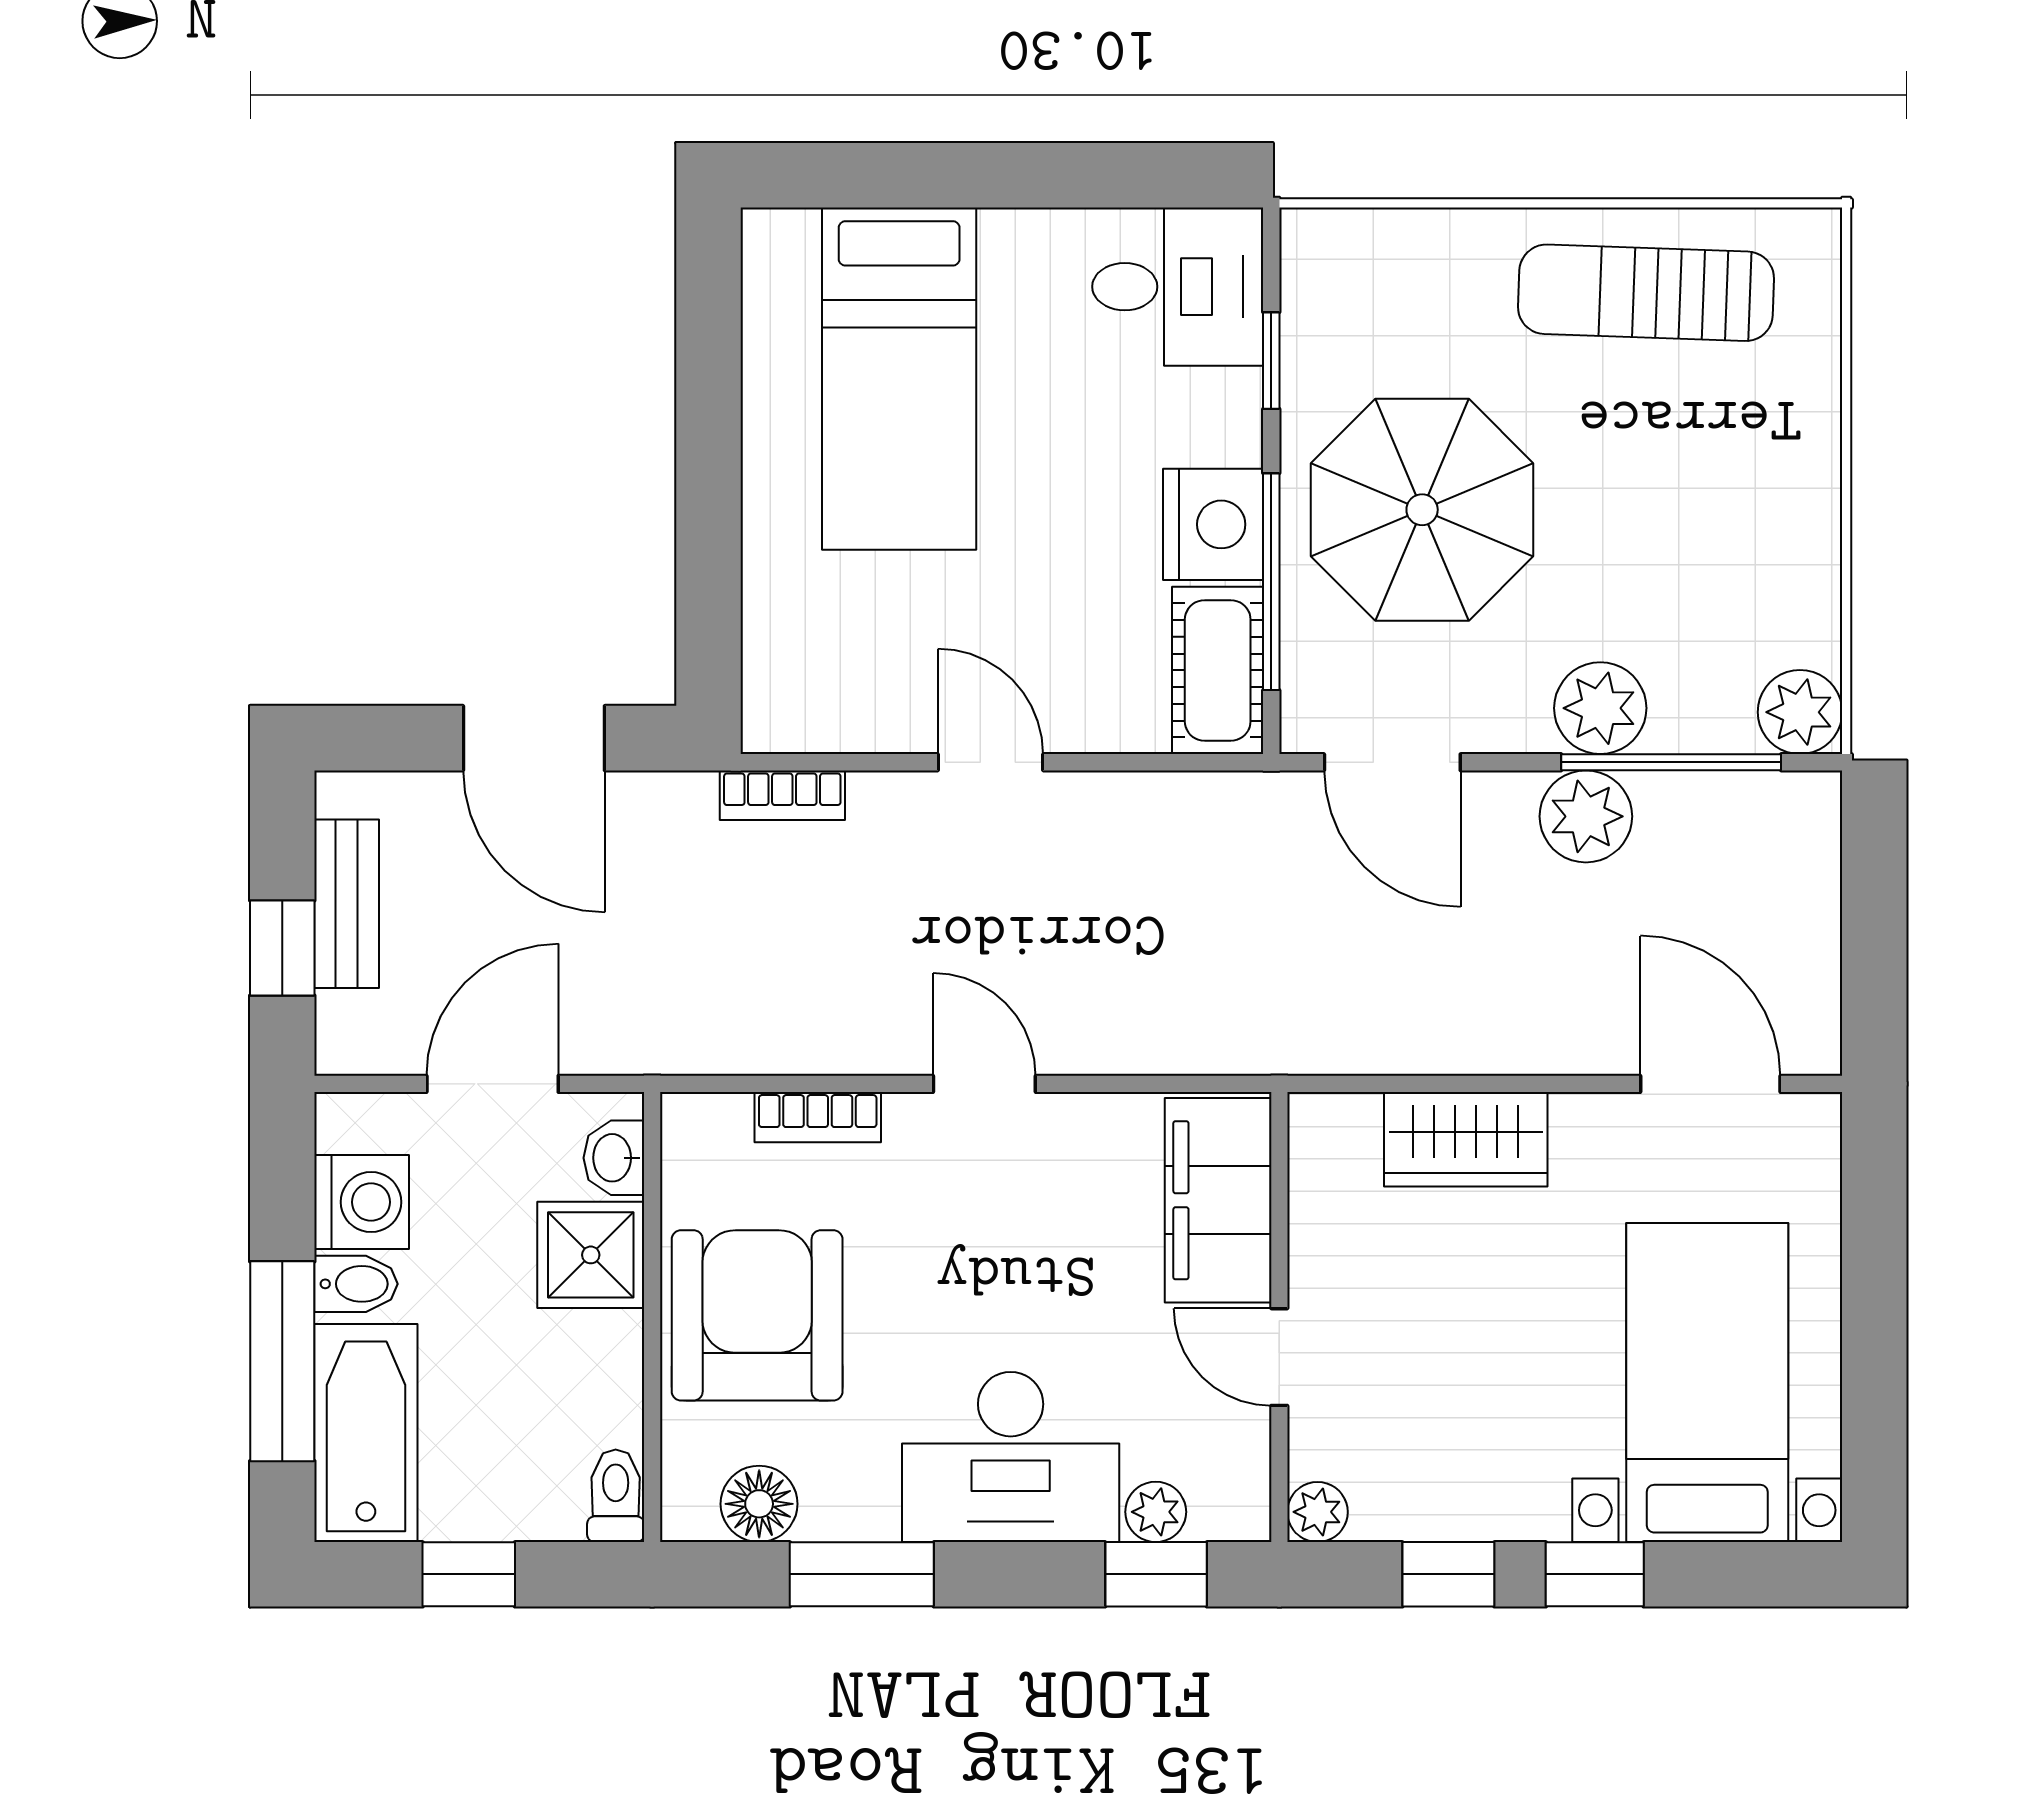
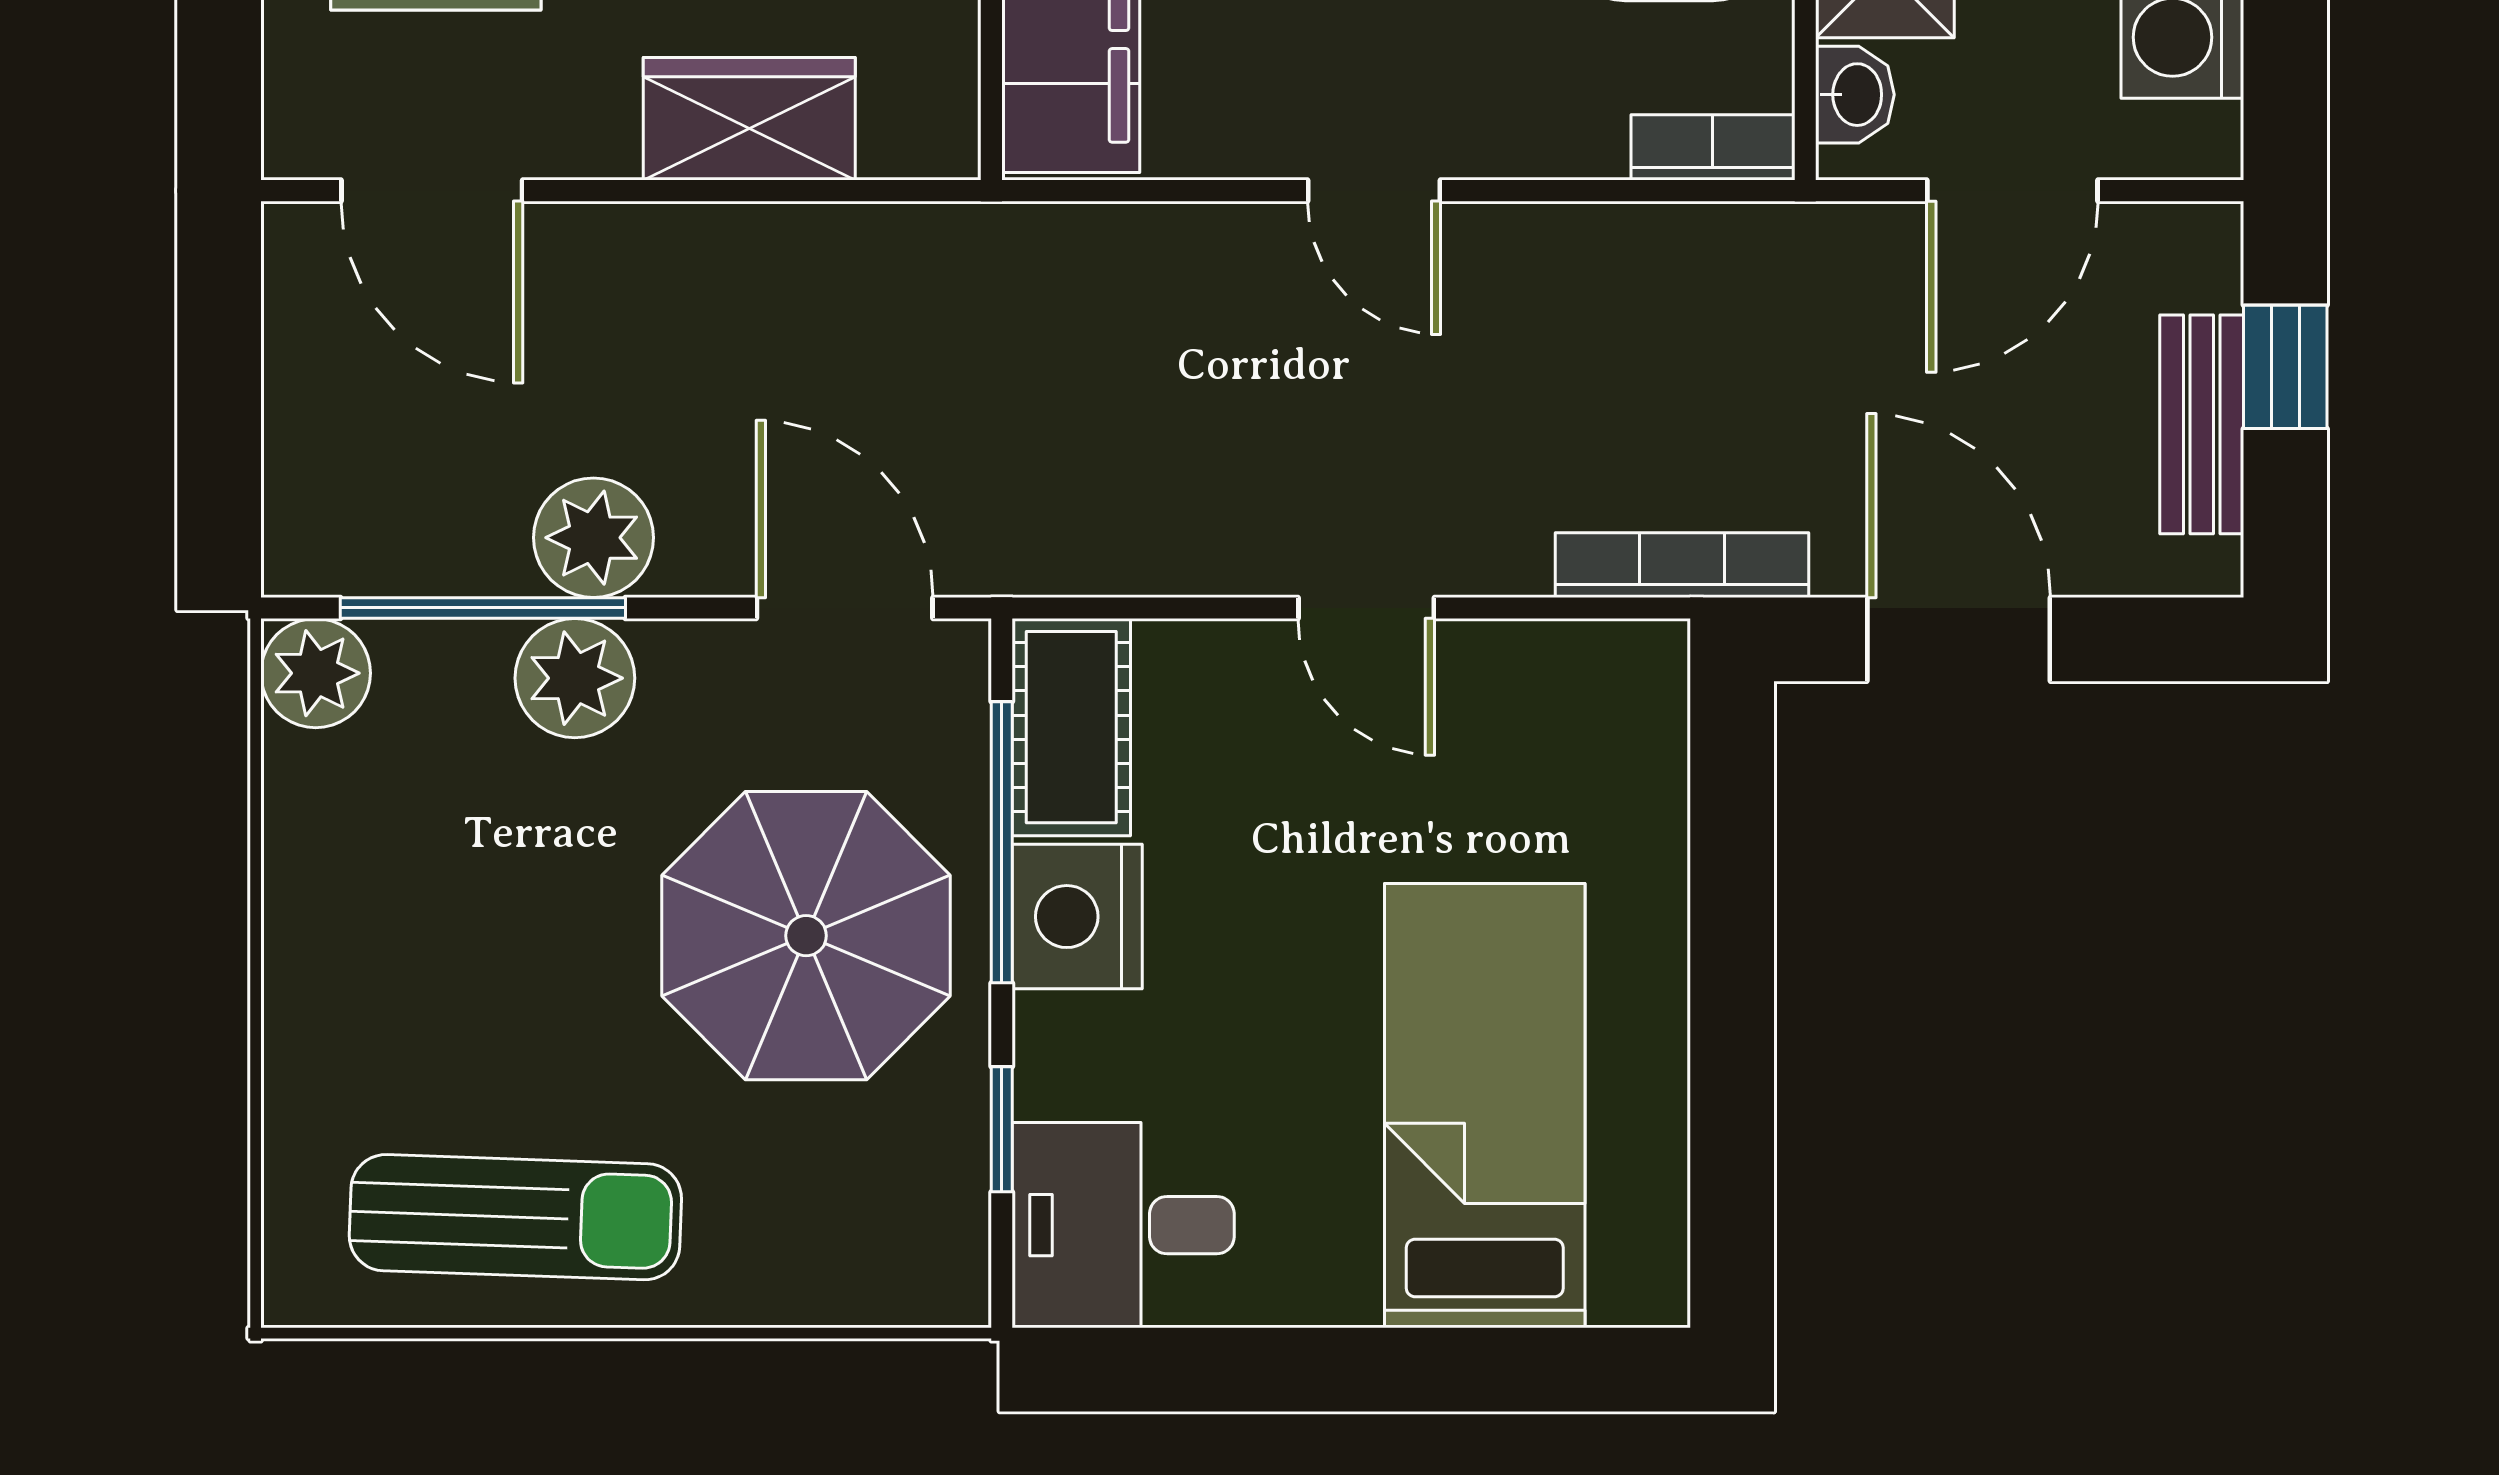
bookcase: (782, 795) -> (1682, 565), width x1.56
bookcase: (818, 1117) -> (1713, 147), moved

